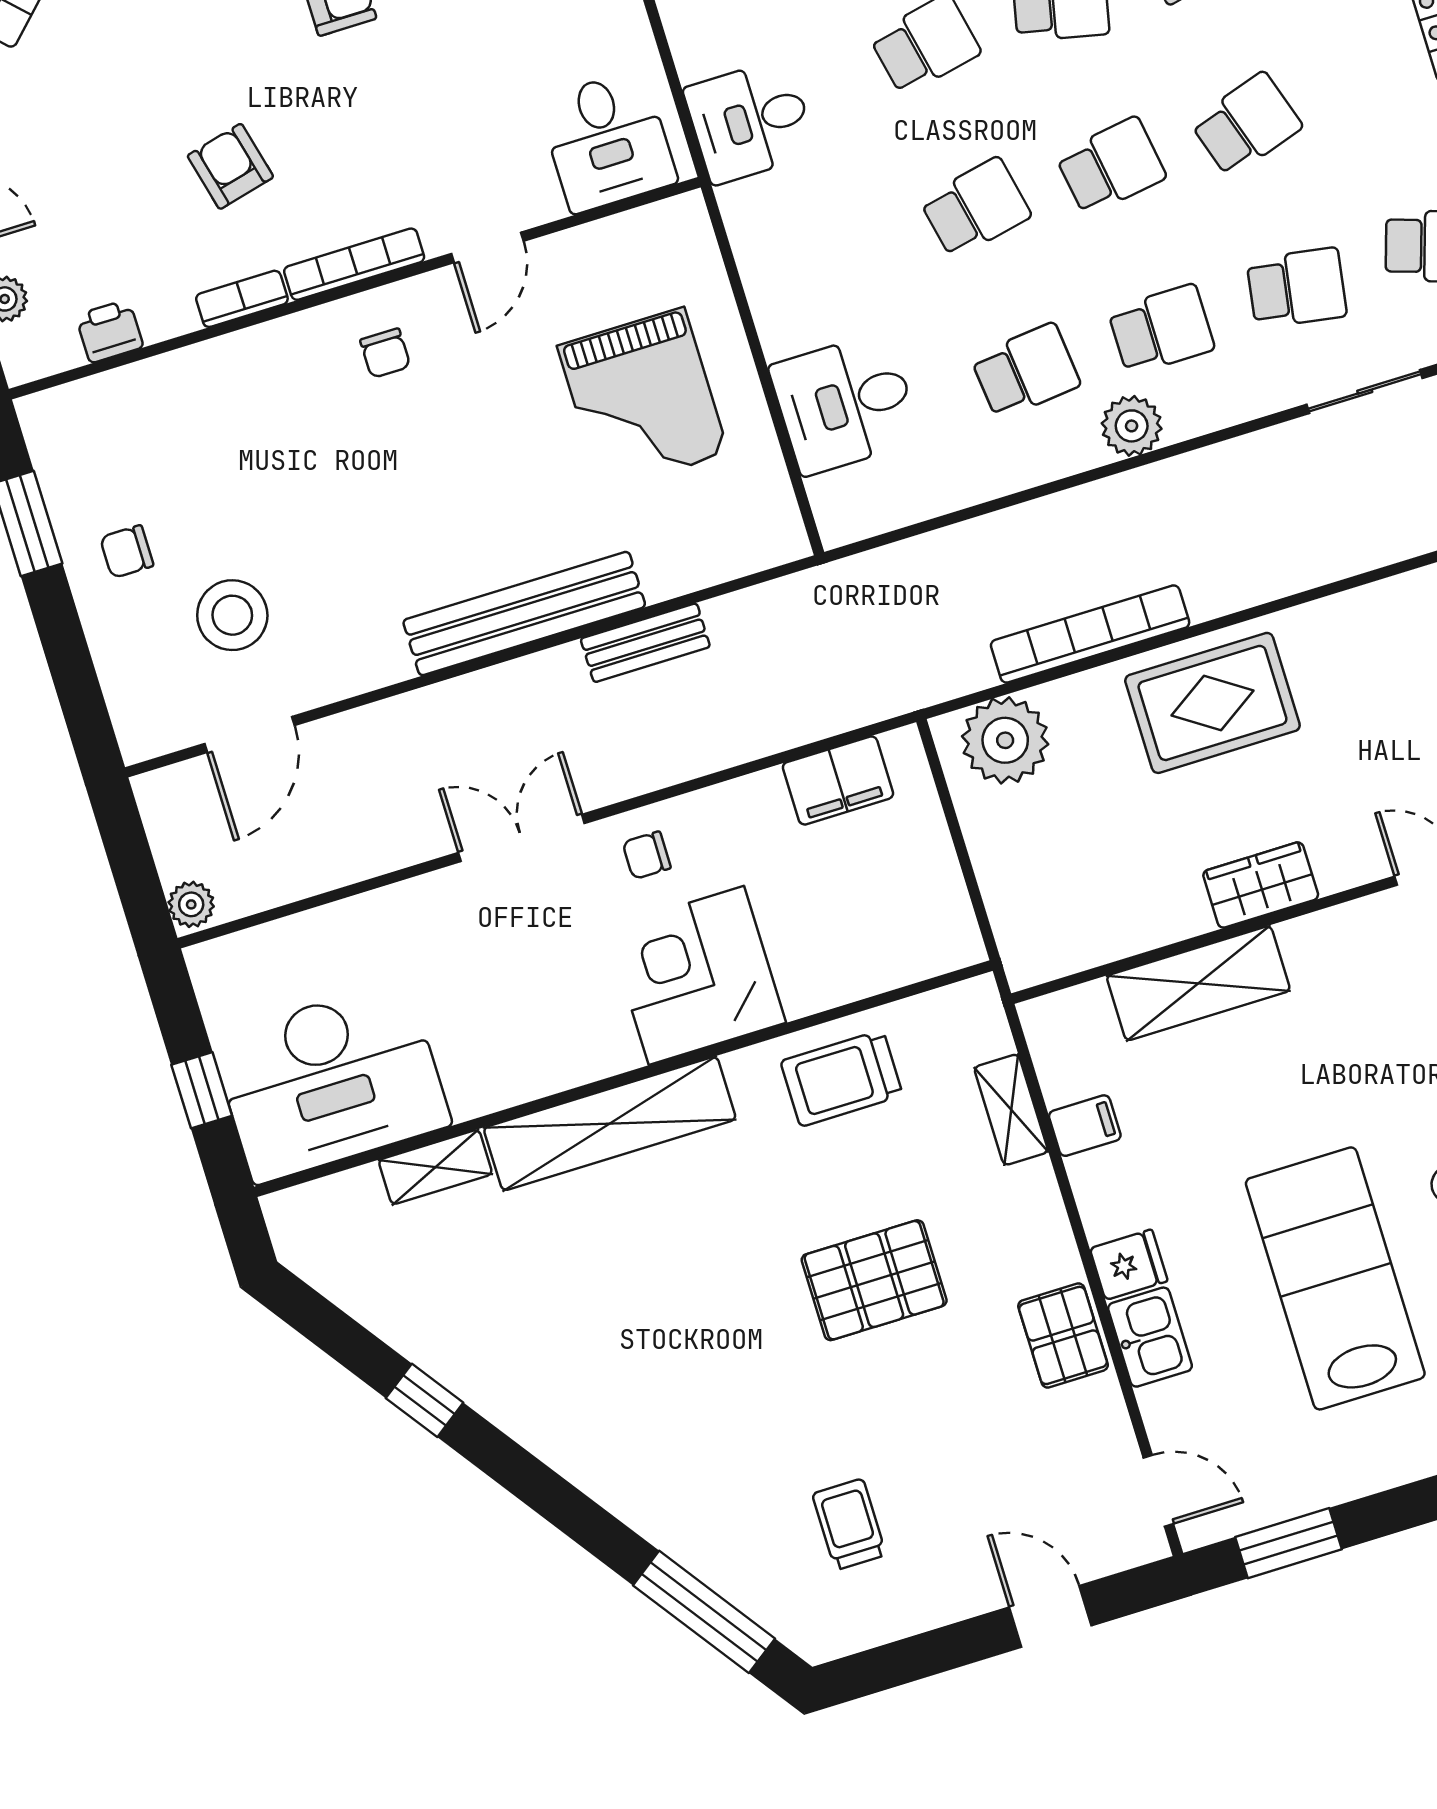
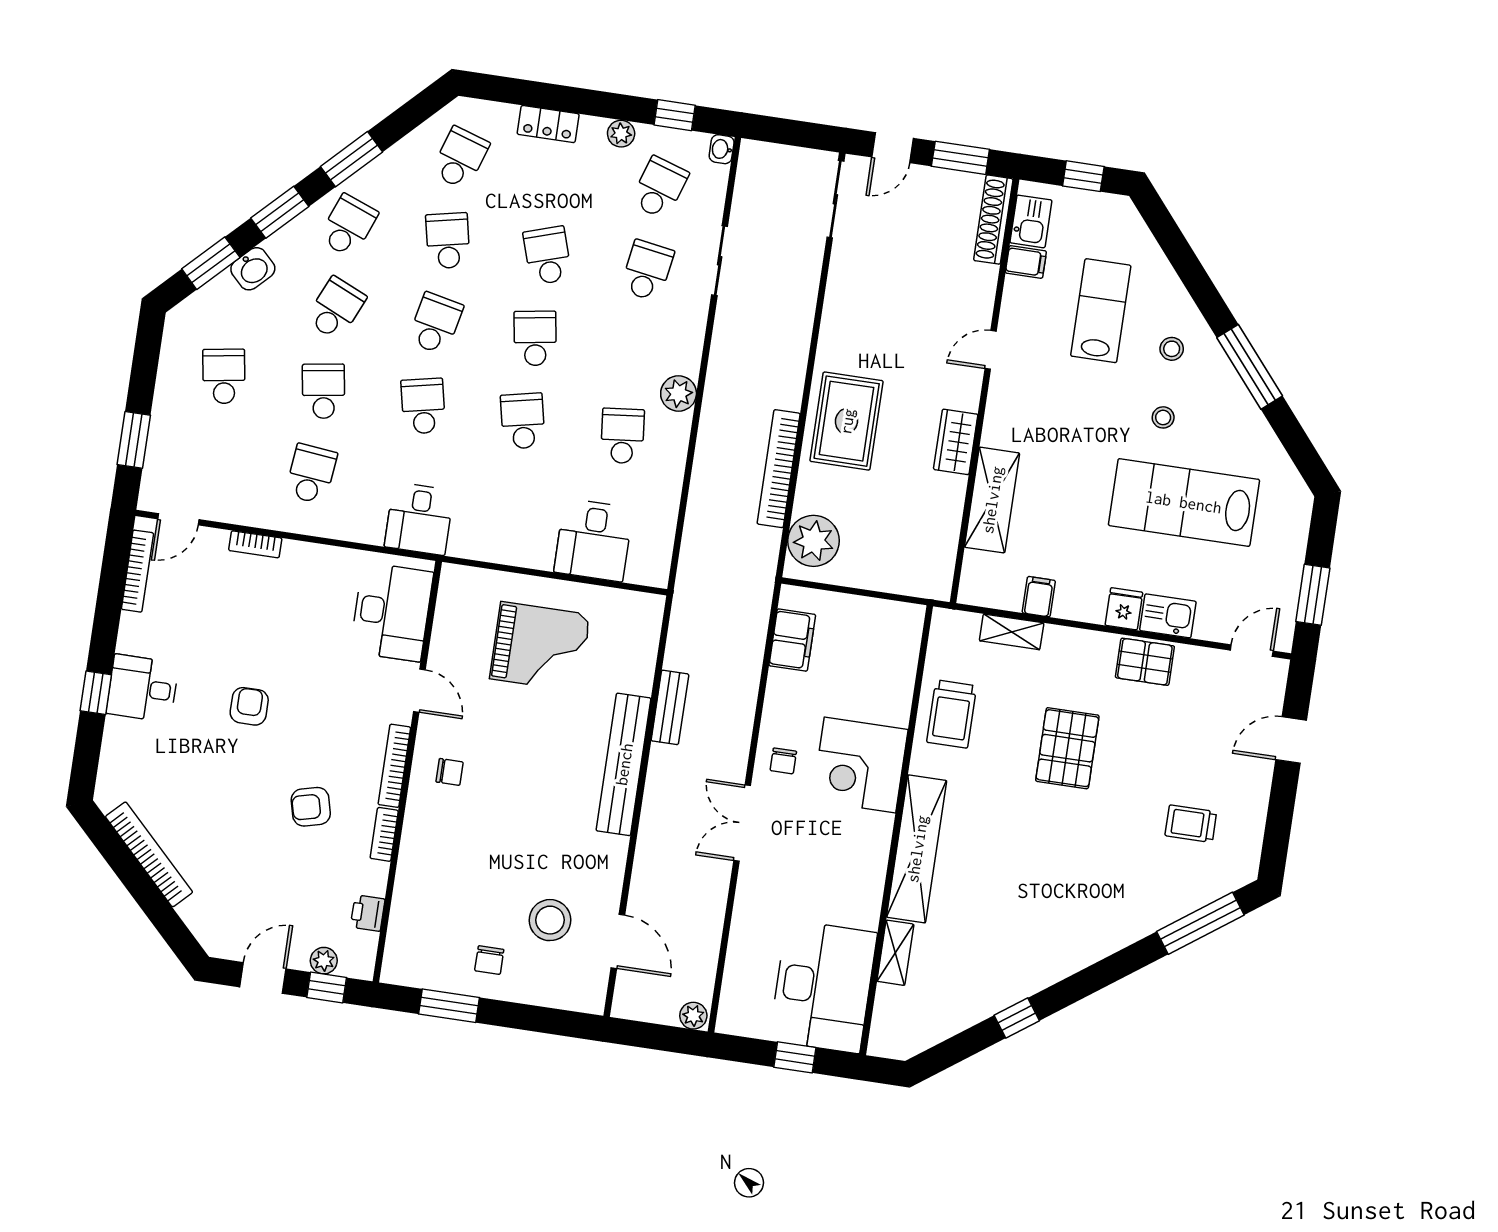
desk: (607, 141) -> (392, 612), width x1.37
school desk: (1161, 330) -> (635, 353), removed

